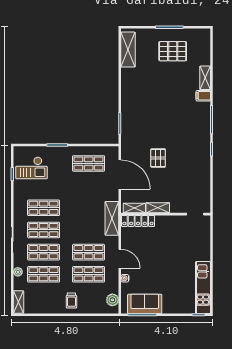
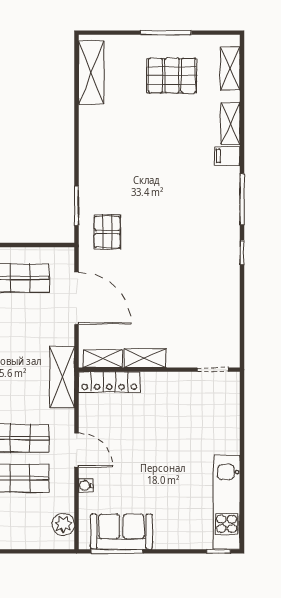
shelving: (205, 47) -> (230, 69), added
pallet: (158, 158) -> (107, 232), moved

